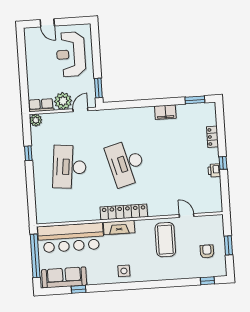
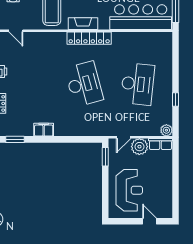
door: (187, 216) -> (16, 31), moved
fireplace: (119, 227) -> (83, 24), moved

